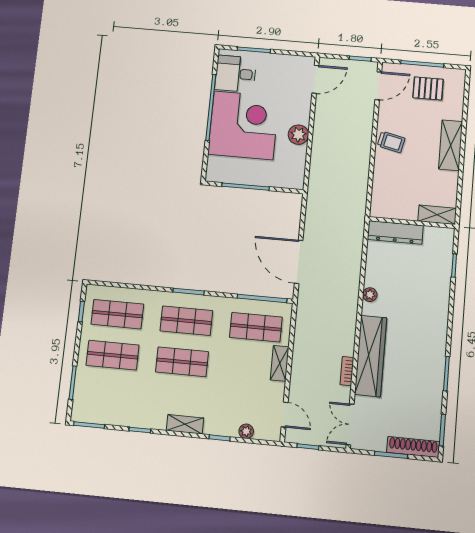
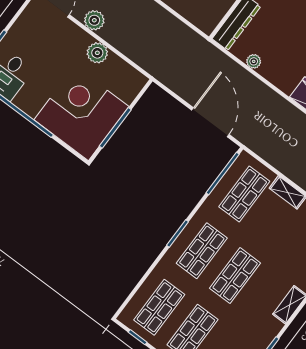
plant: (324, 116) -> (94, 20), added
corner desk: (243, 125) -> (81, 113), moved
door: (299, 262) -> (210, 122), swing flipped
plant: (370, 295) -> (254, 61), moved

